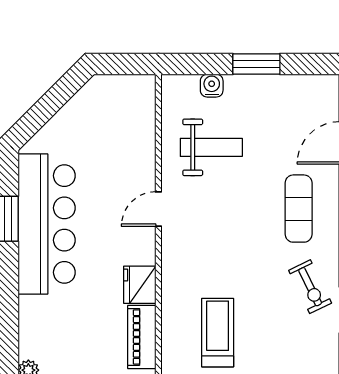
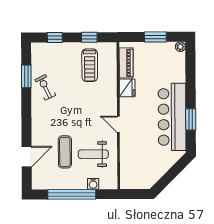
window: (256, 64) -> (72, 194), width x2.11
door: (158, 209) -> (118, 124), swing flipped
exercise mat: (299, 209) -> (65, 152), moved

